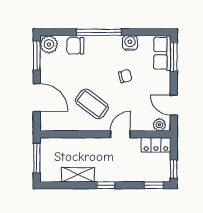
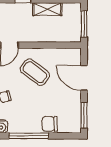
plant: (49, 44) -> (73, 125), removed
chair: (75, 46) -> (50, 124), turned 180

